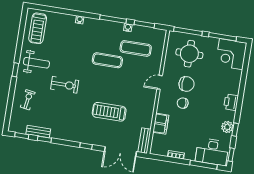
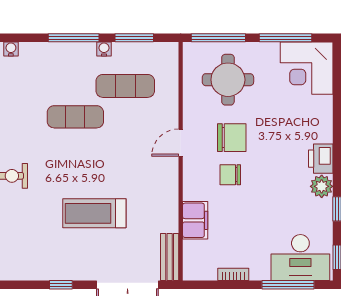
plant: (227, 127) -> (322, 186), moved

